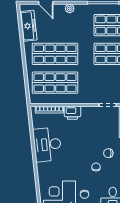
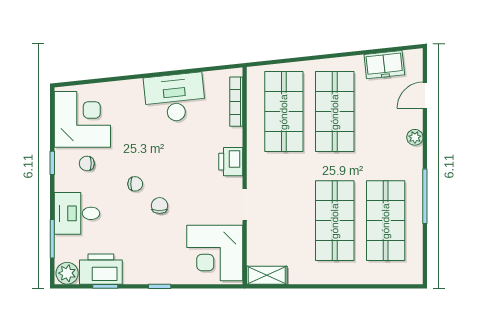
freezer: (28, 26) -> (384, 65), width x0.71
printer: (72, 113) -> (231, 162), moved

